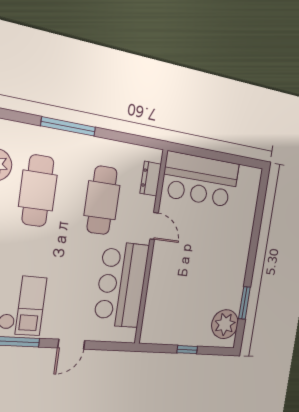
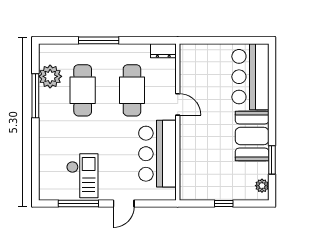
dresser: (151, 179) -> (163, 51), moved, turned -90
bar counter: (201, 180) -> (250, 77), moved, turned 90
booth: (229, 274) -> (252, 136), added
plant: (225, 324) -> (262, 186), width x0.53, depth x0.53

